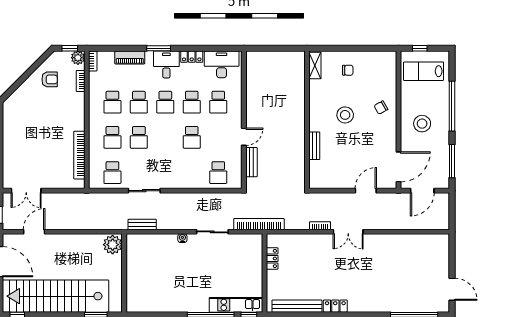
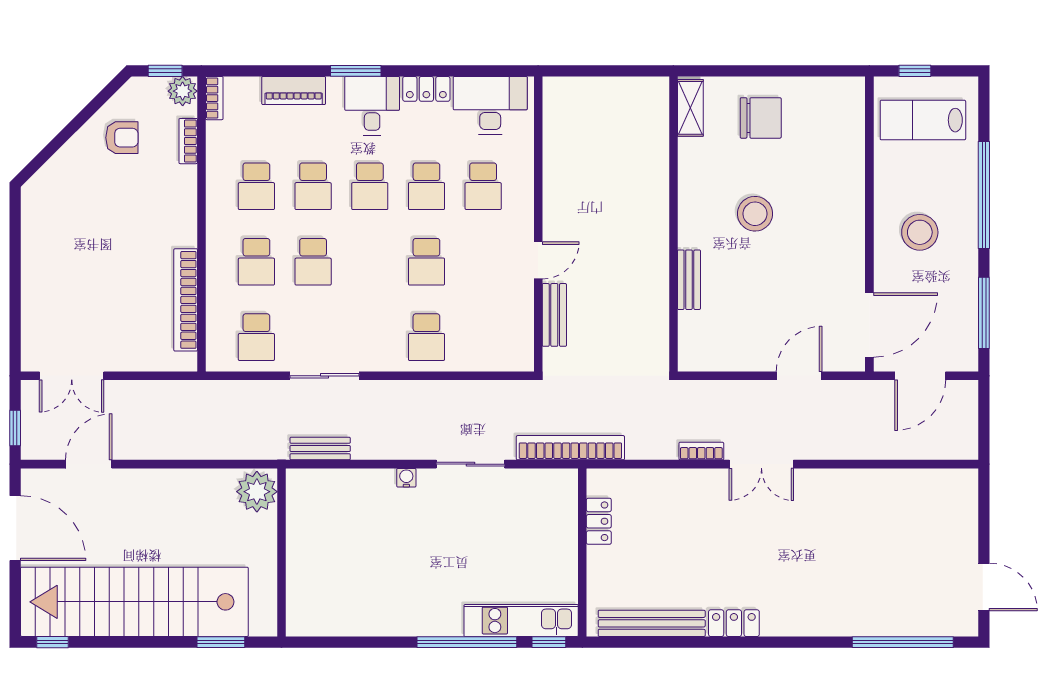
chair: (348, 70) -> (761, 118), width x1.87, depth x1.87
chair: (381, 108) -> (832, 198), removed
school desk: (218, 173) -> (426, 337), moved

